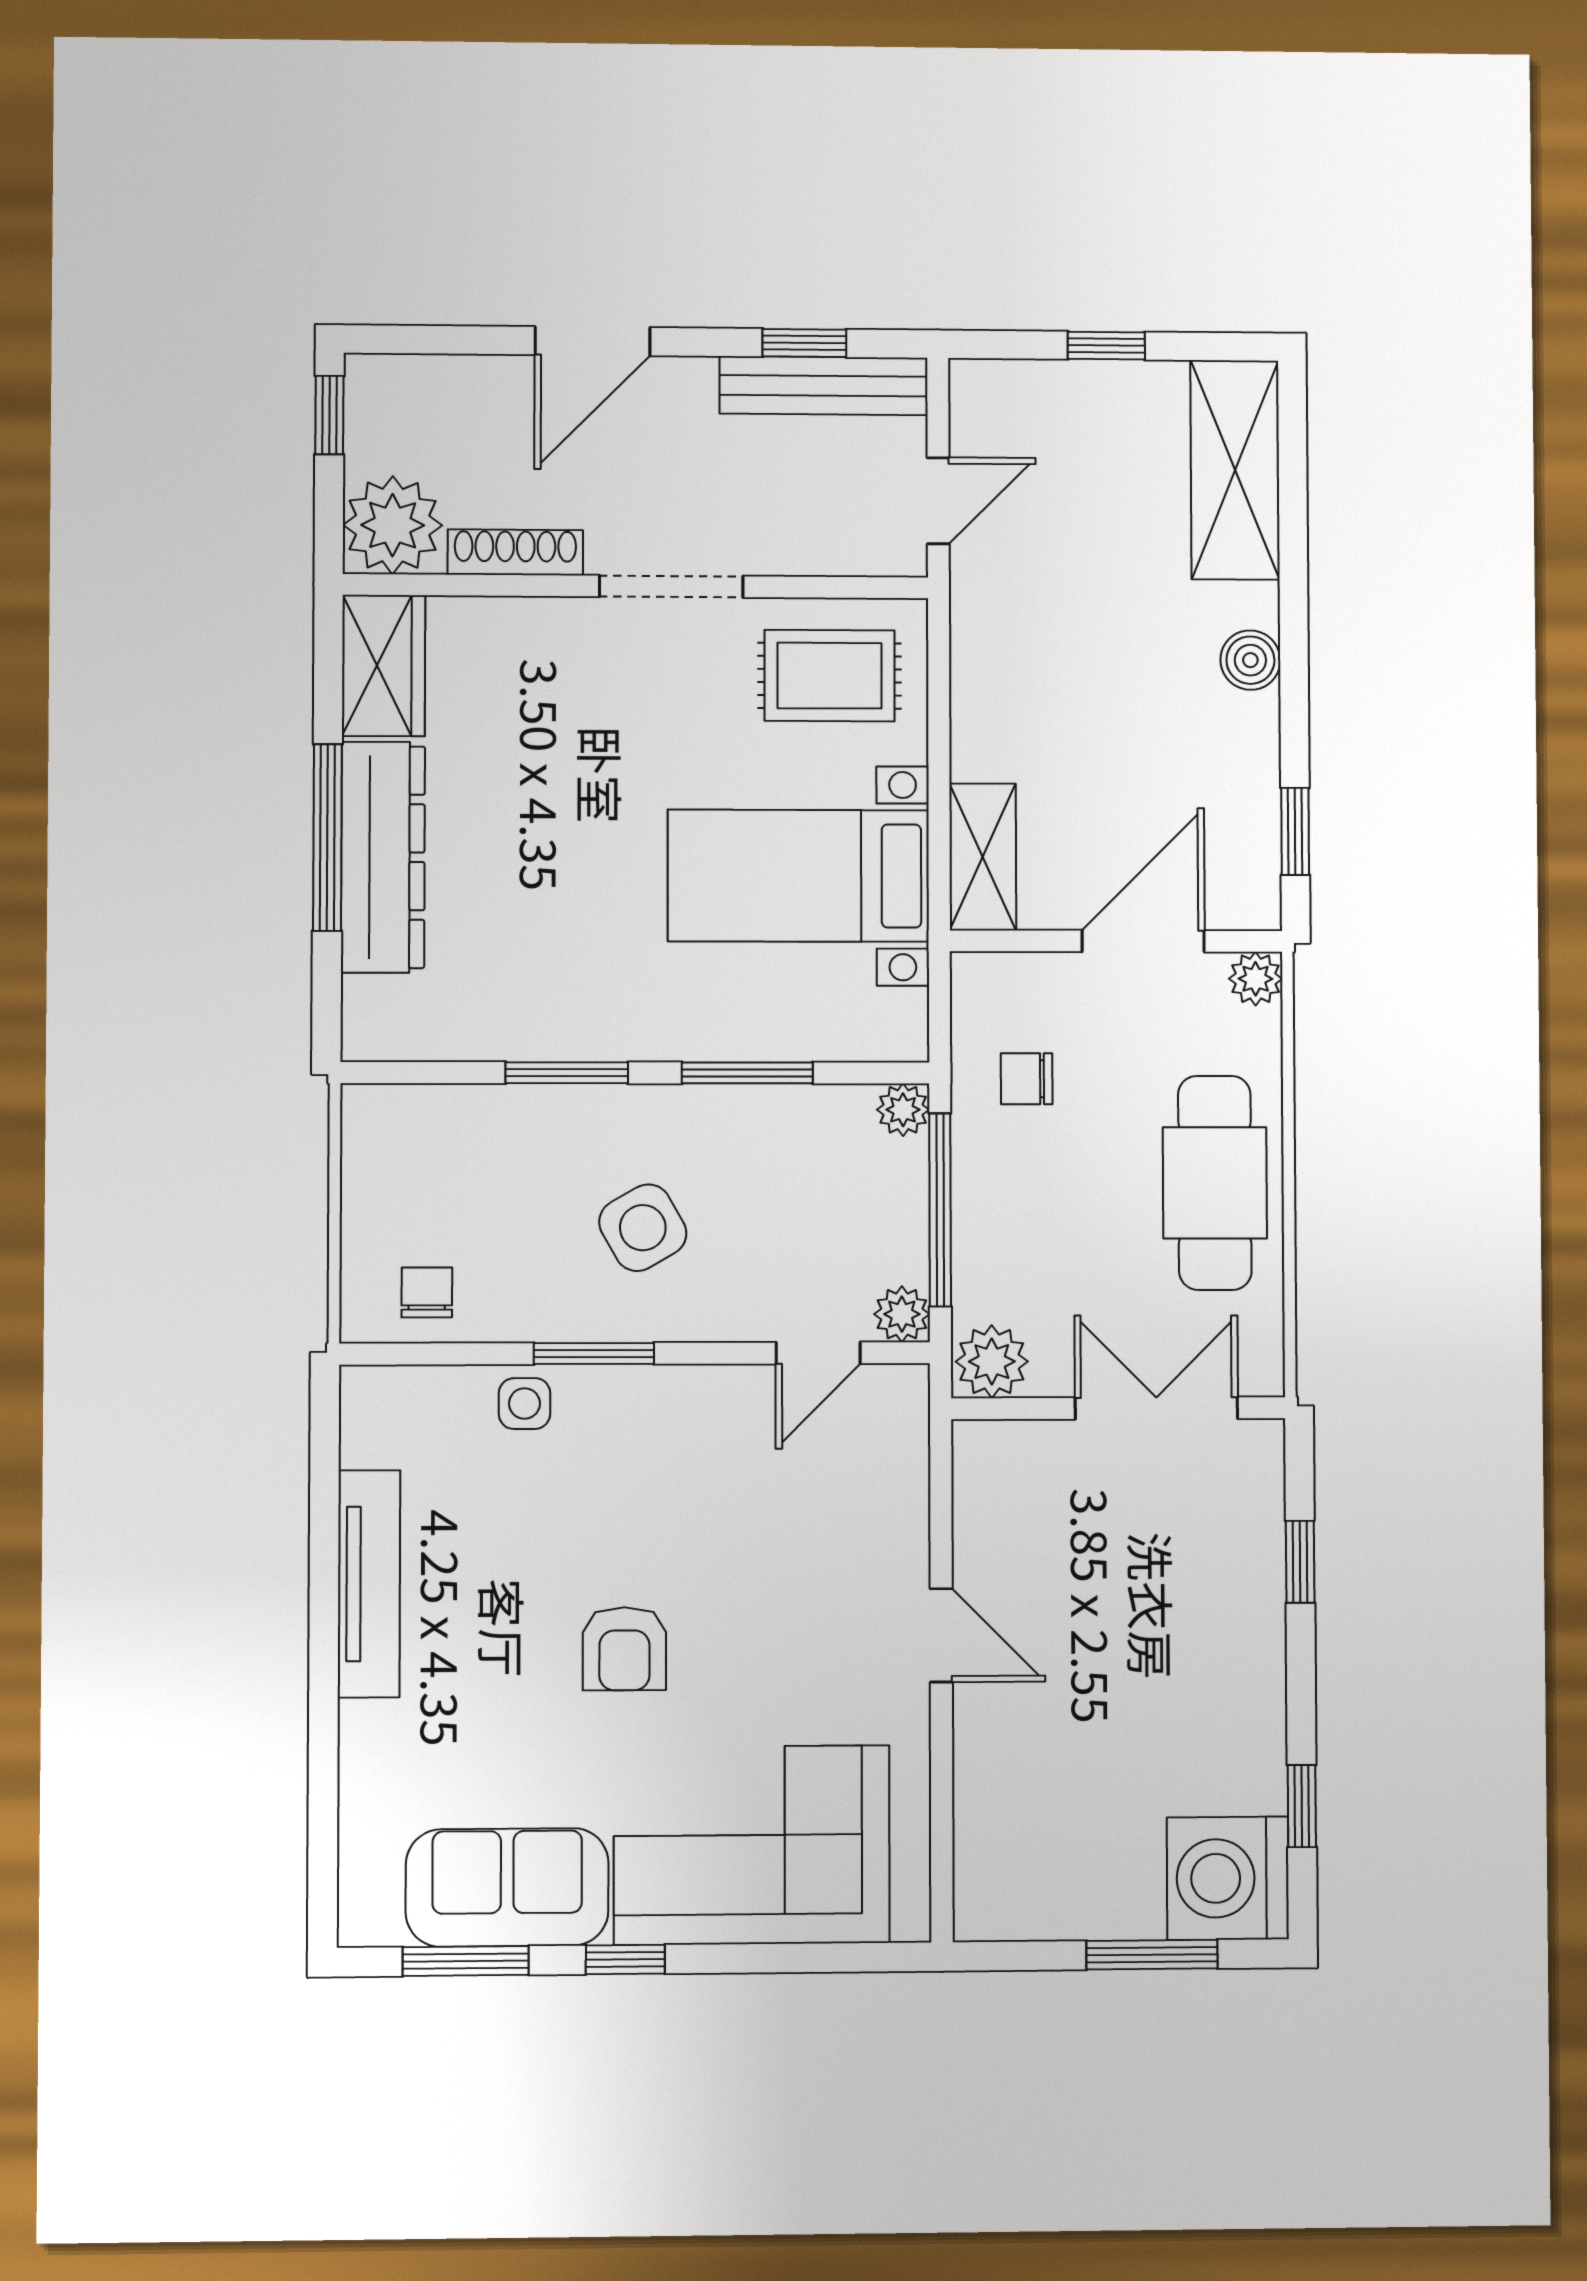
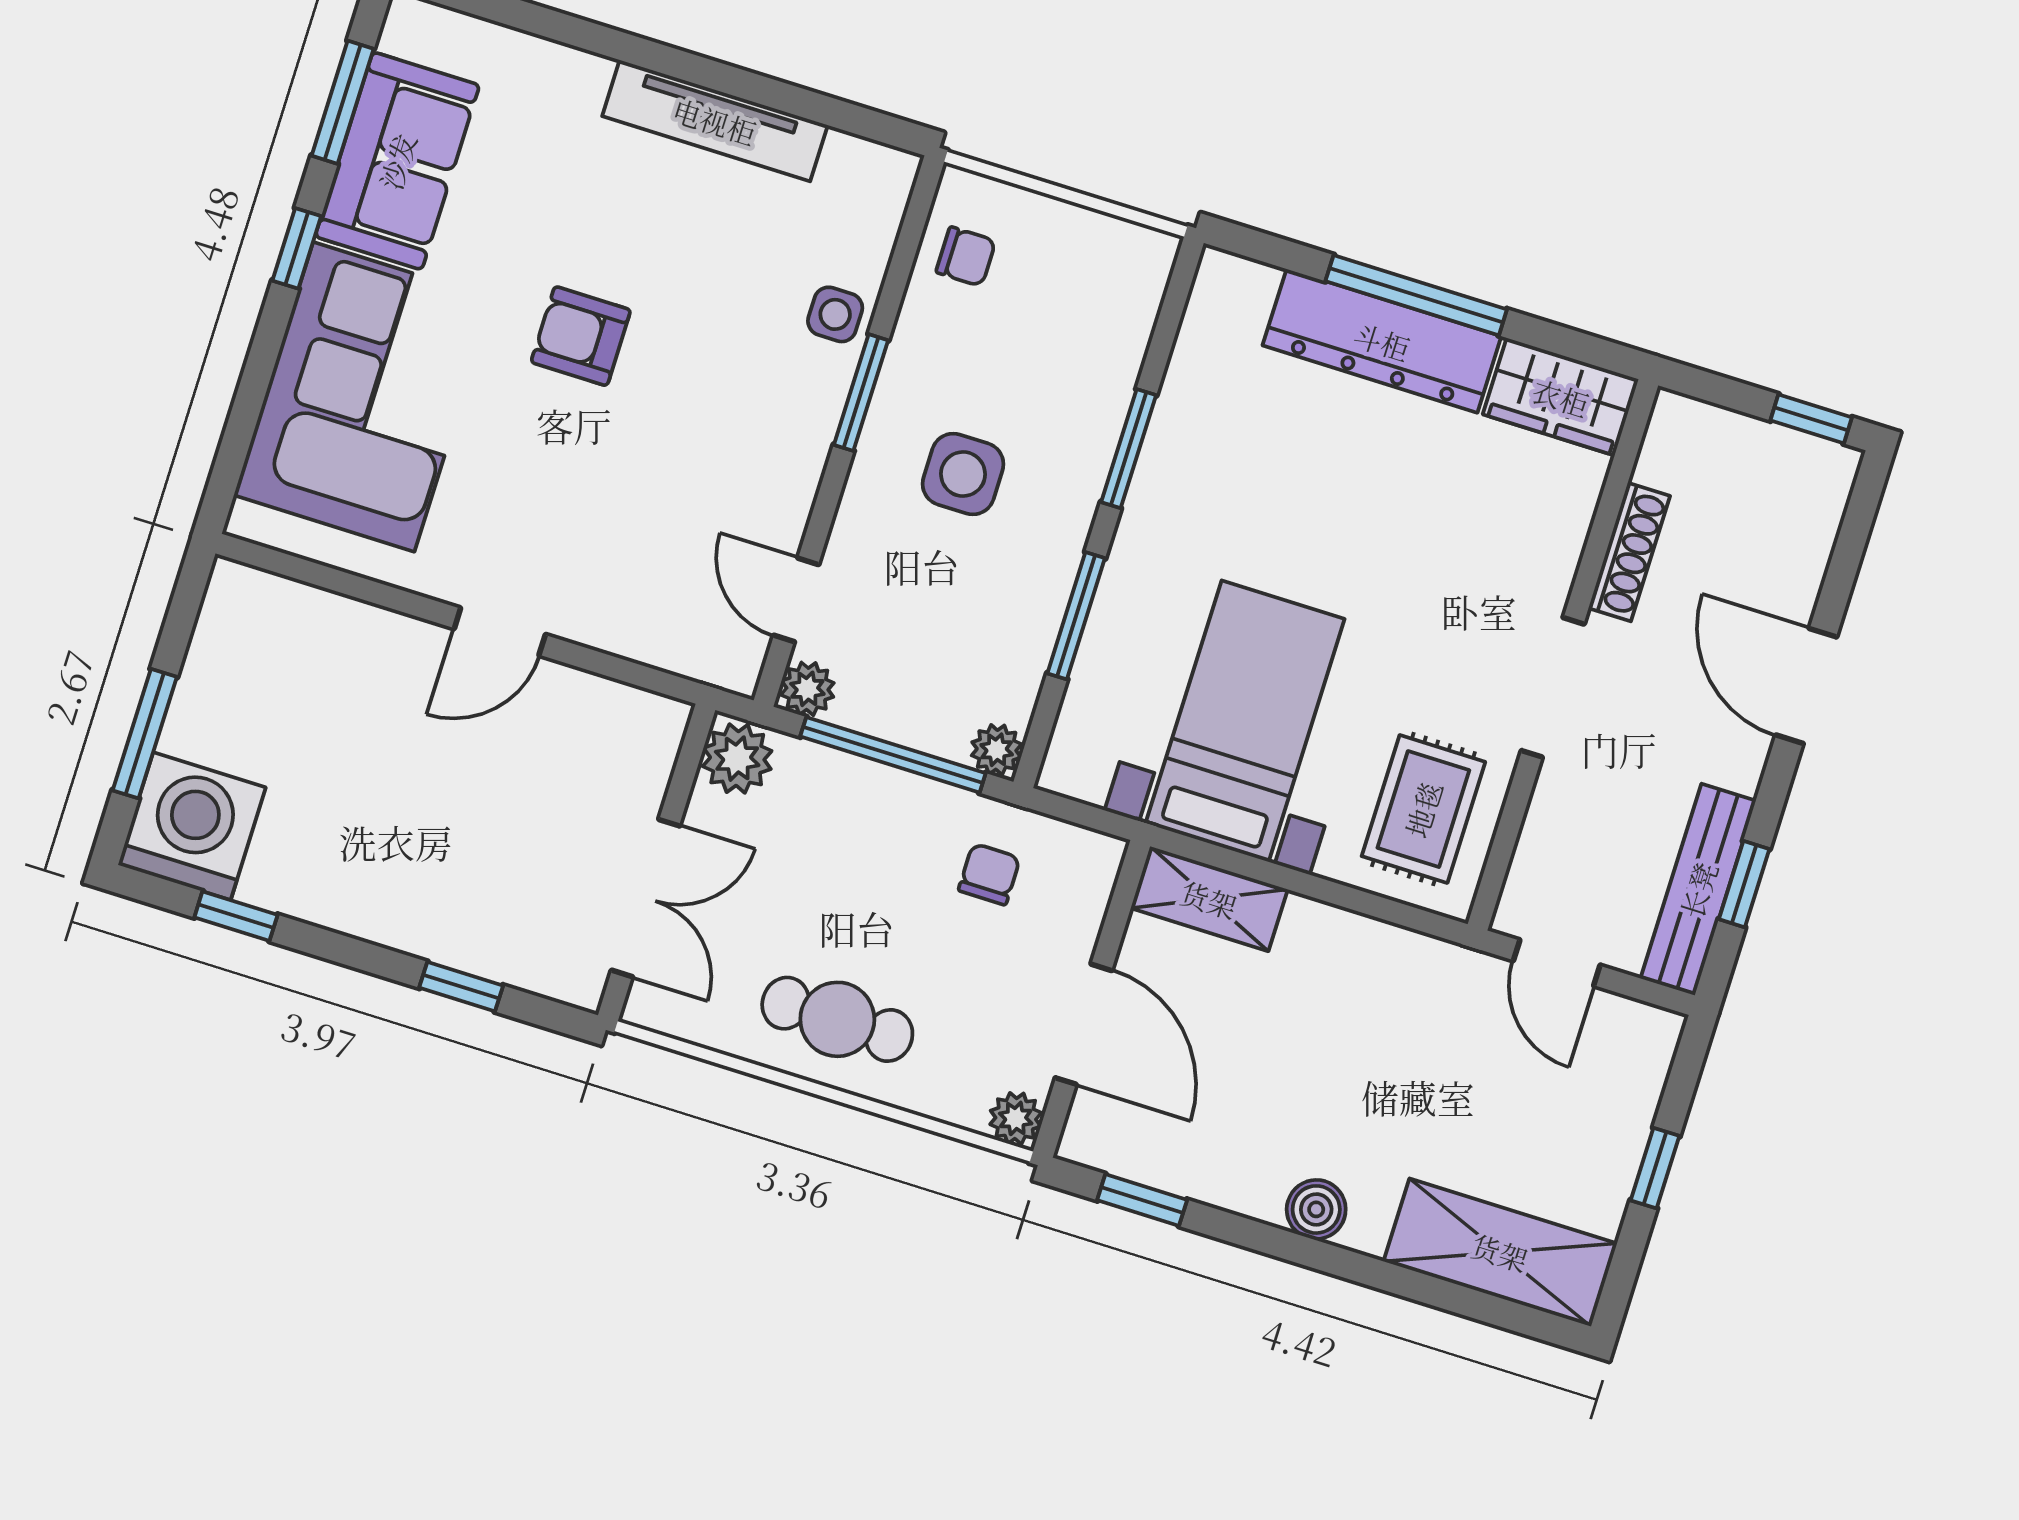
plant: (393, 525) -> (1690, 446), removed
cafe table: (1215, 1183) -> (837, 1019), width x0.73, depth x0.74
side table: (643, 1228) -> (963, 474), turned 30

